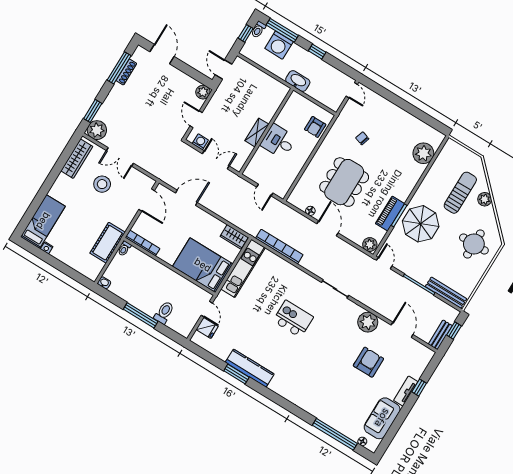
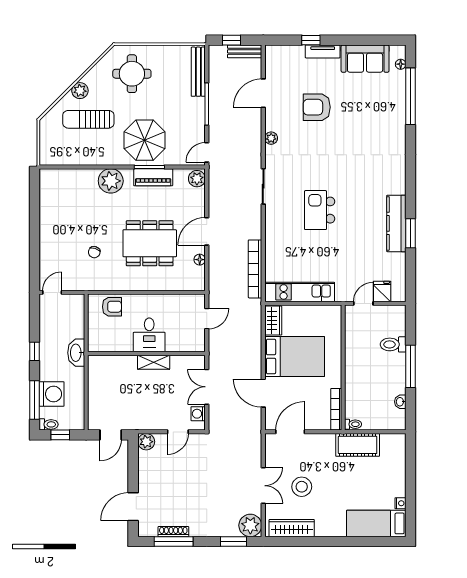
plant: (423, 153) -> (111, 181), moved
bed: (203, 265) -> (295, 357), moved, turned -90
washbasin: (104, 283) -> (400, 402), moved
plant: (368, 322) -> (271, 138), width x0.53, depth x0.53

